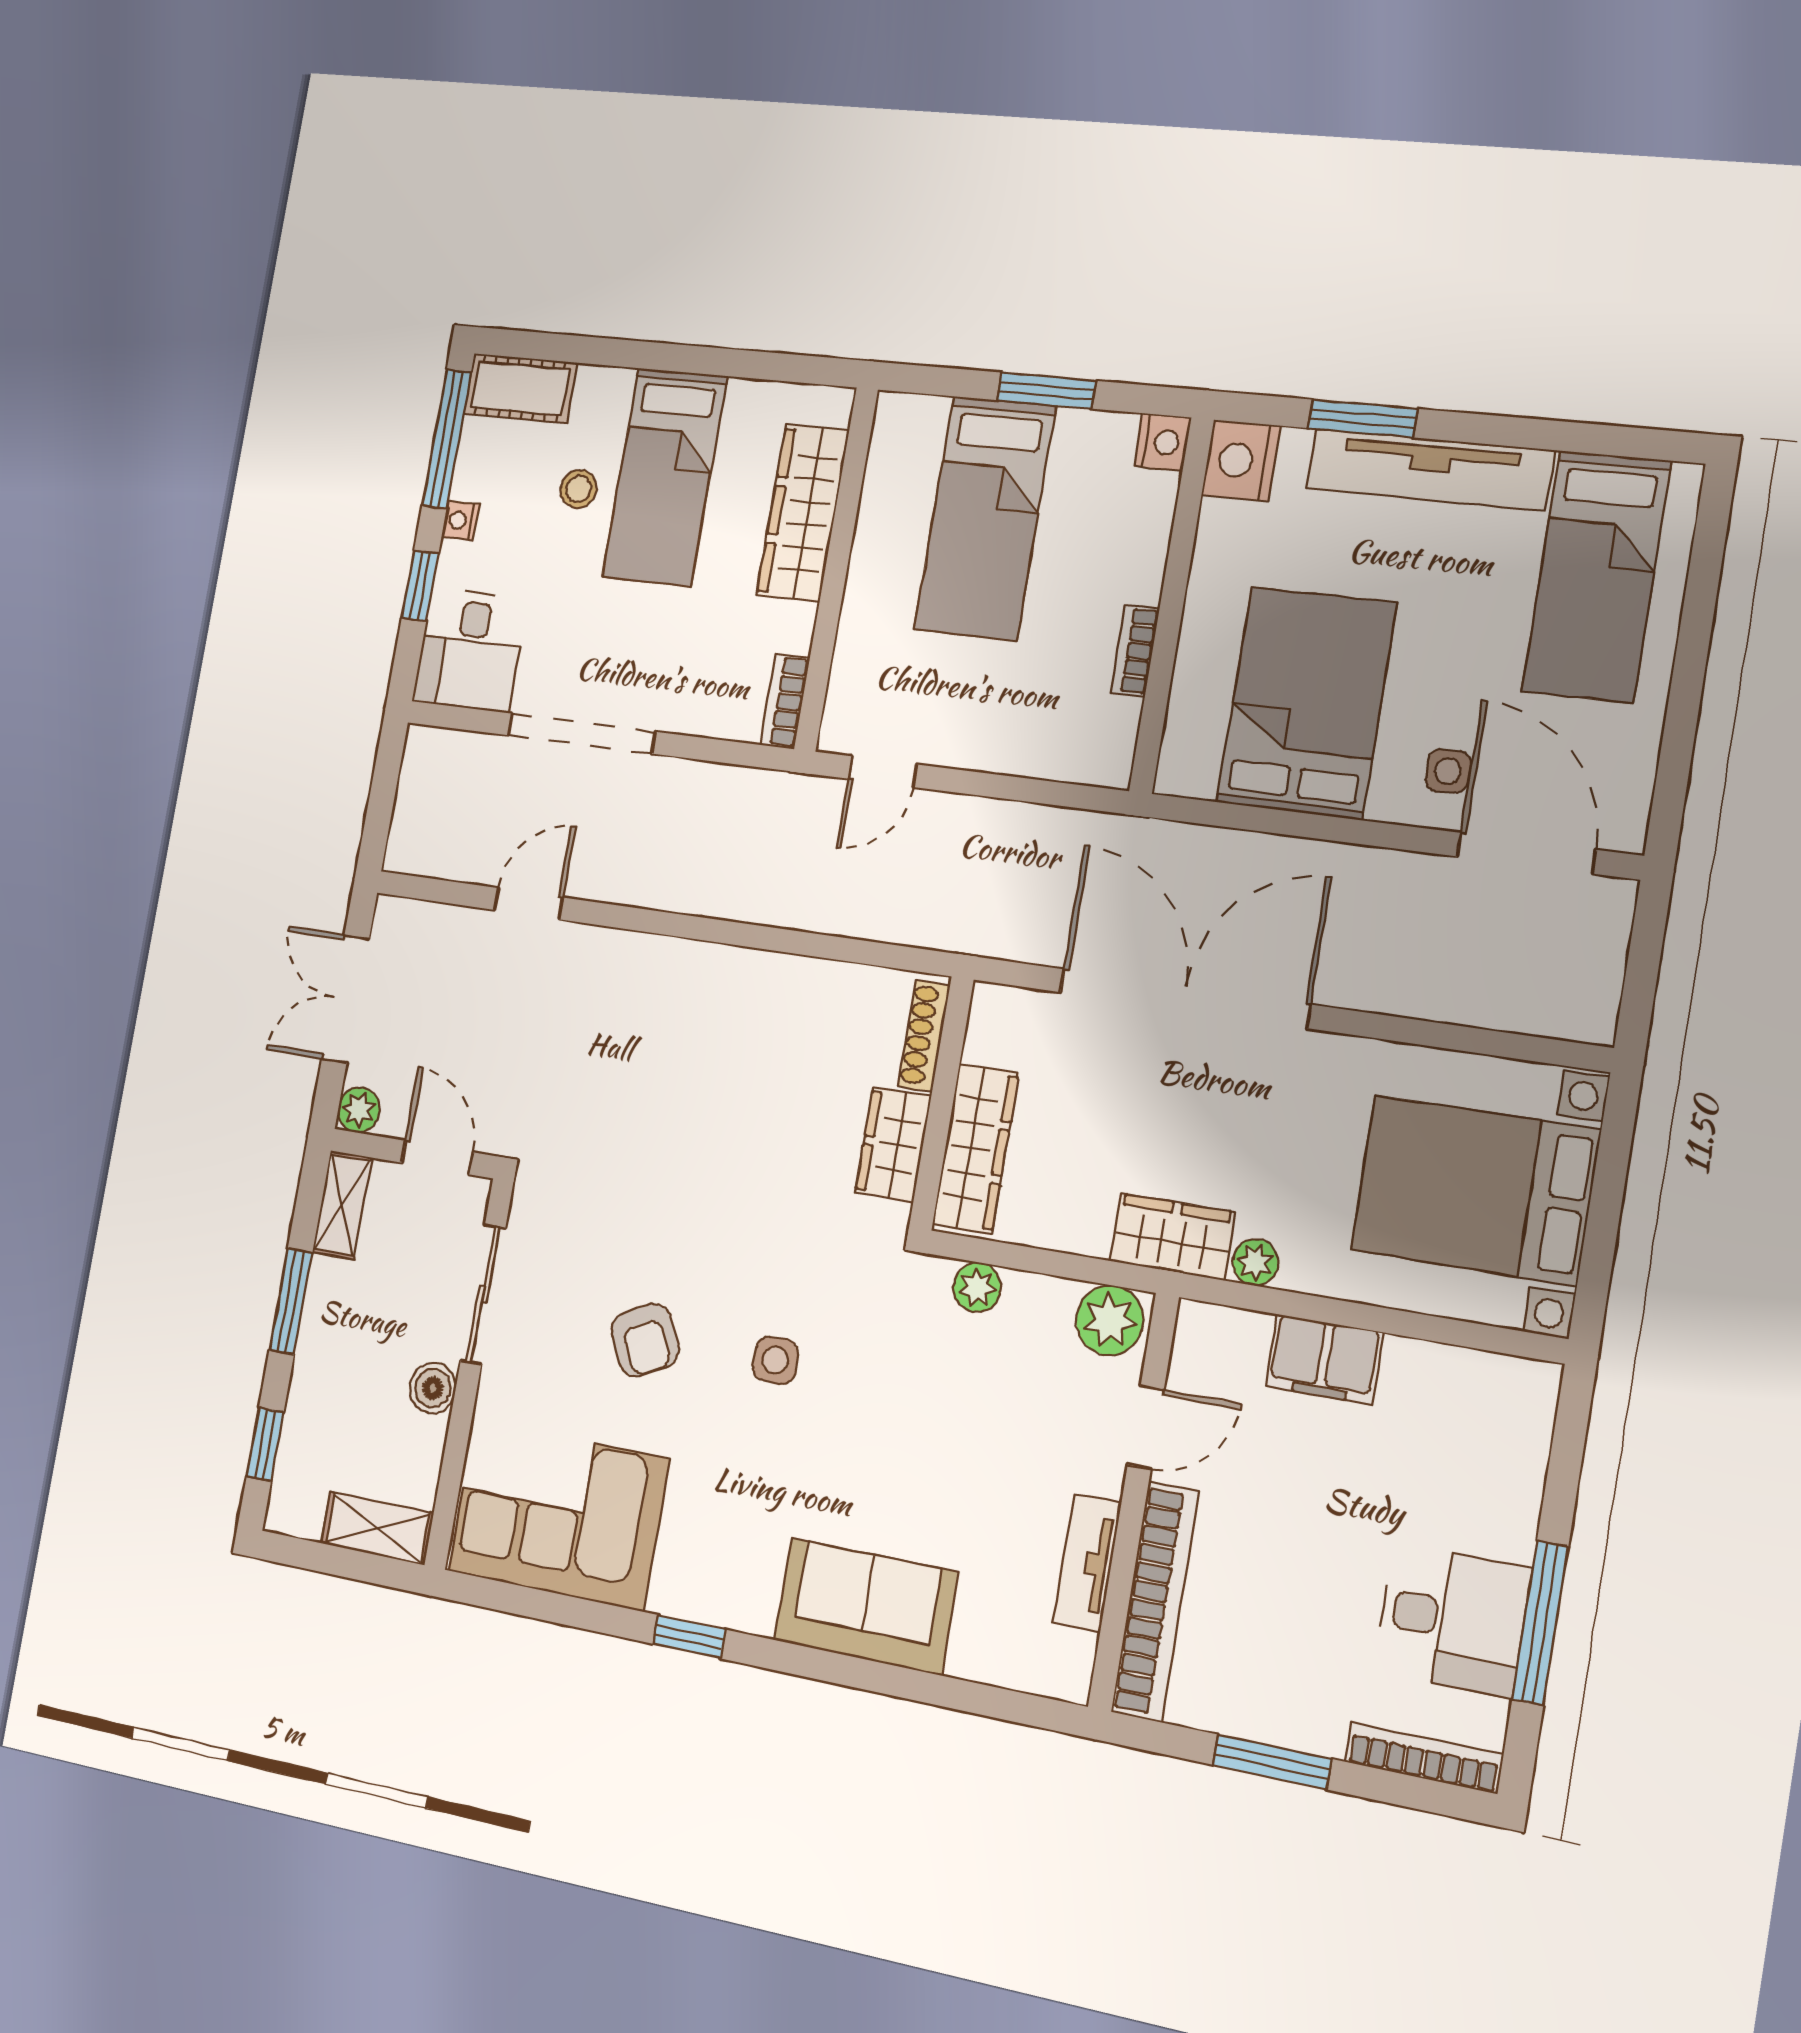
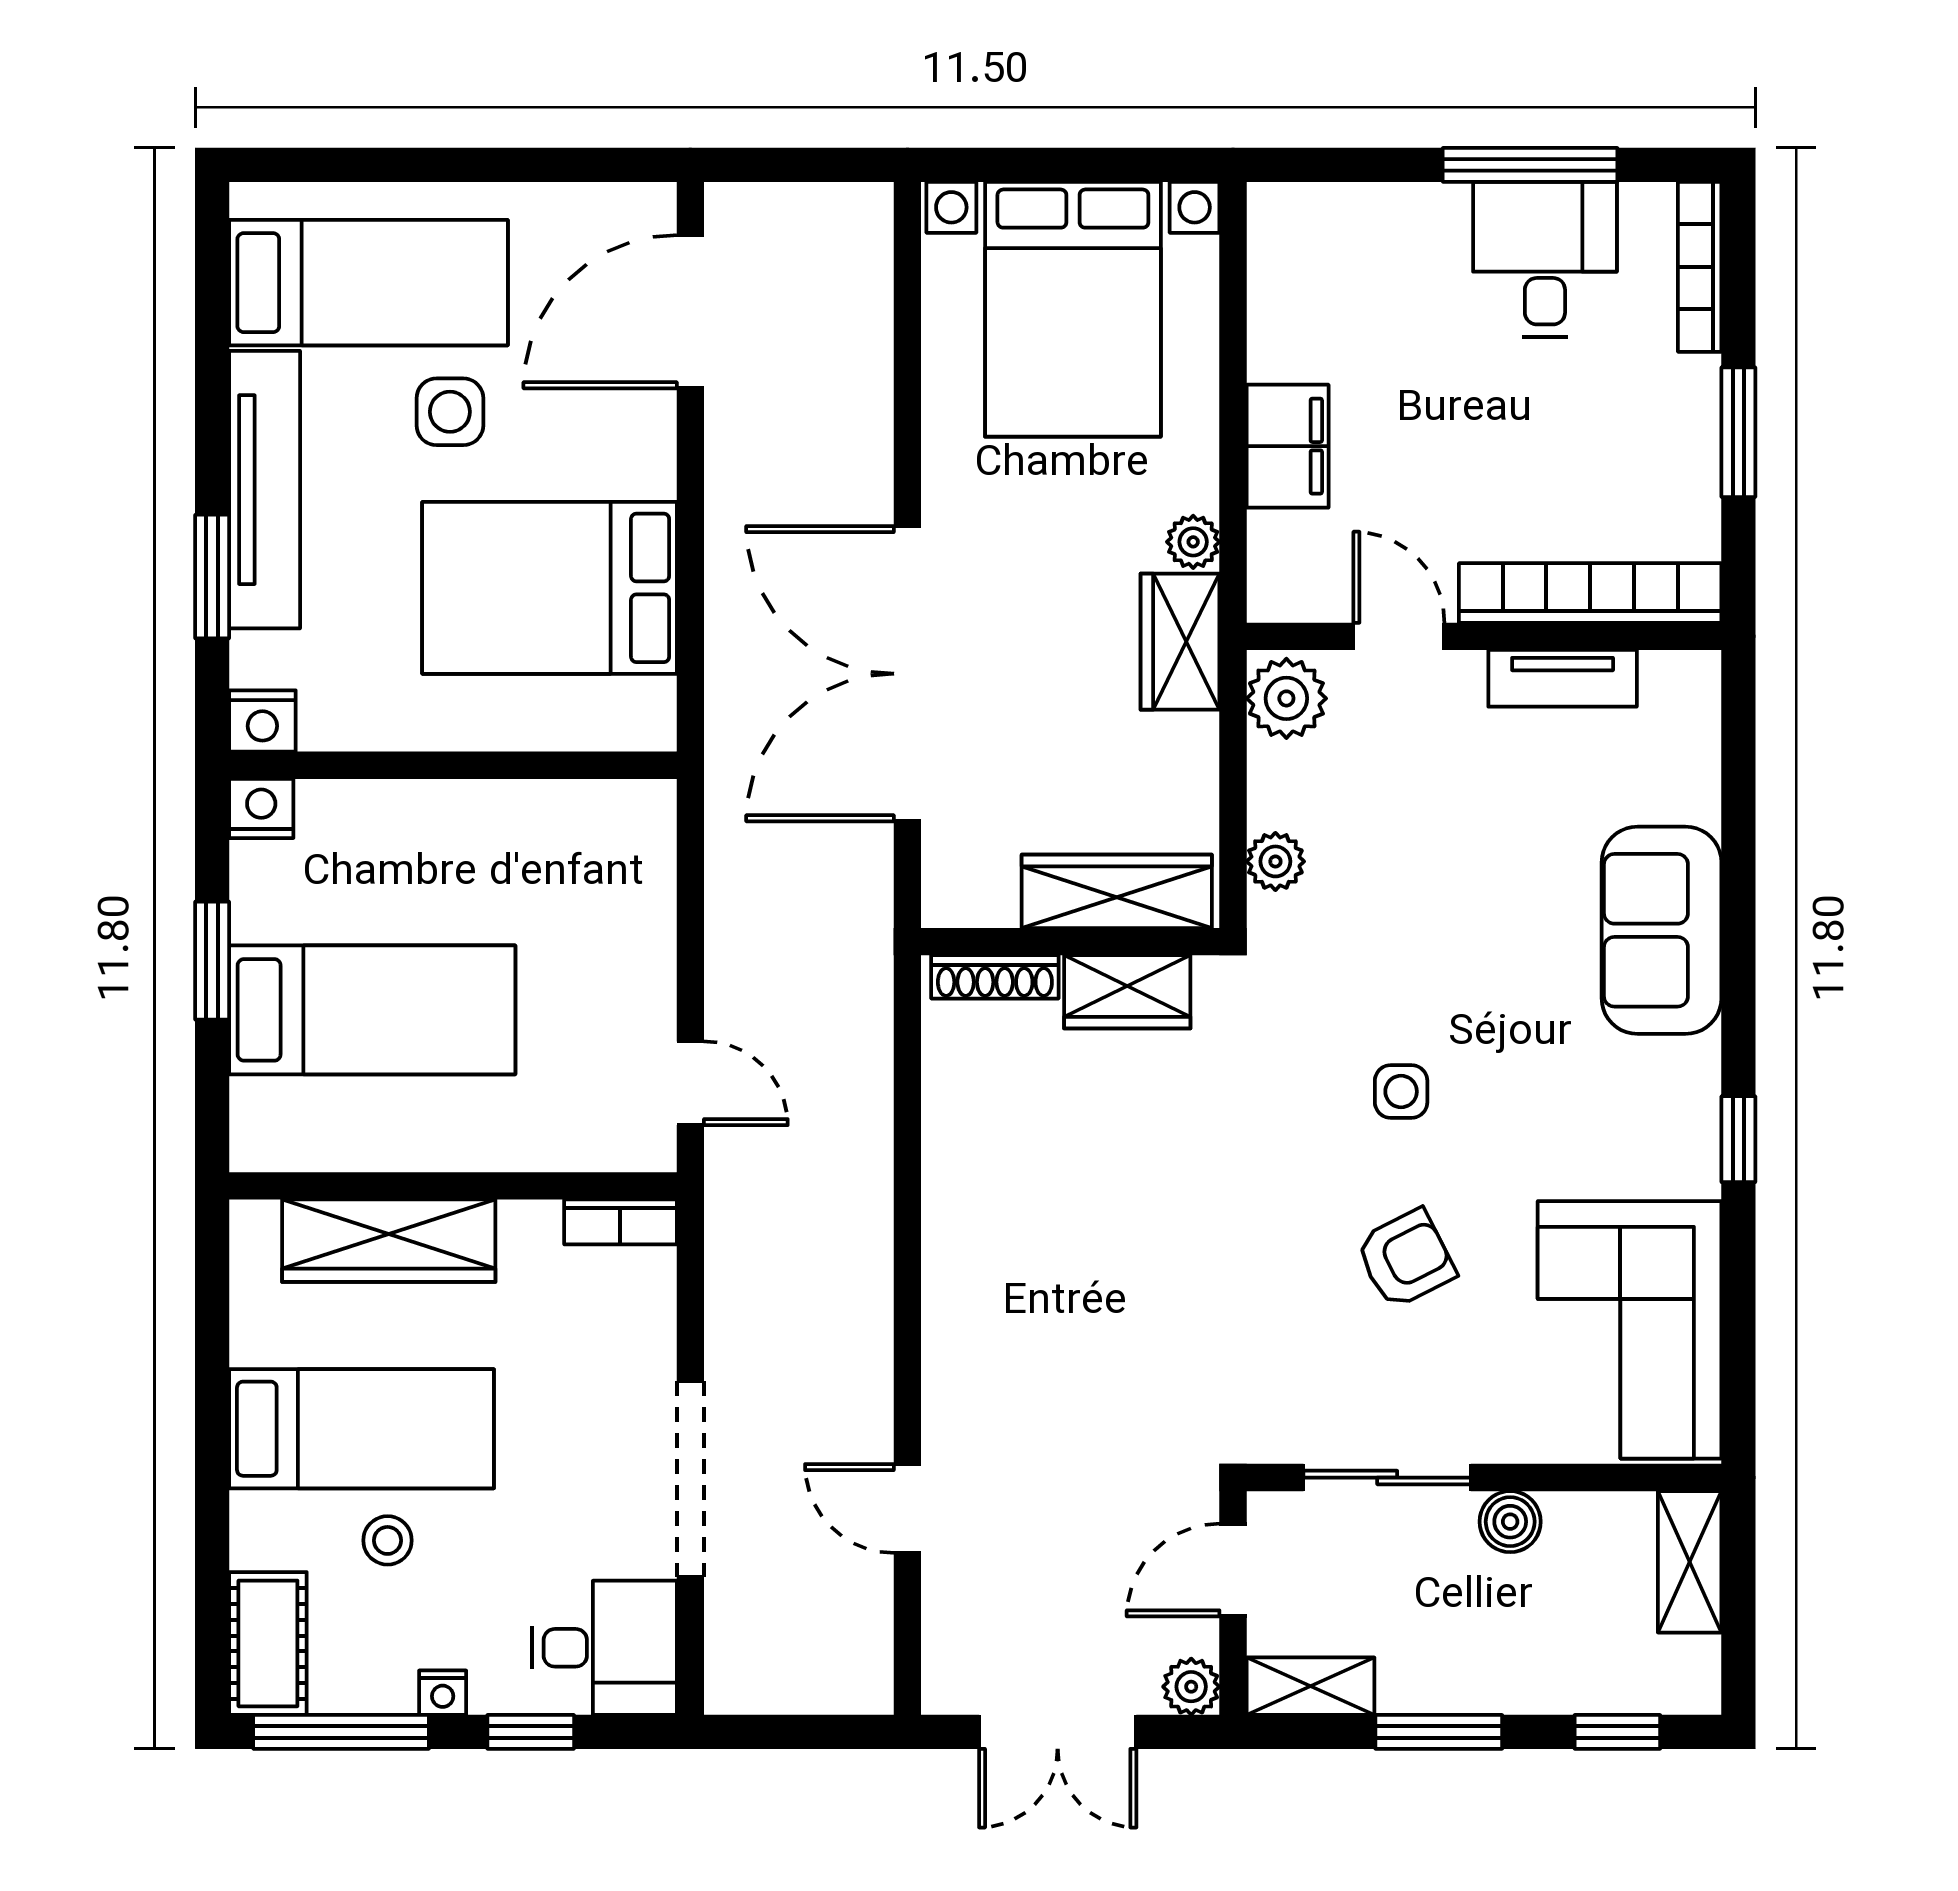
nightstand: (1241, 460) -> (262, 721), width x0.74, depth x0.75
bookcase: (1135, 651) -> (511, 800), removed
side table: (1448, 771) -> (450, 412), moved, width x1.37, depth x1.37

